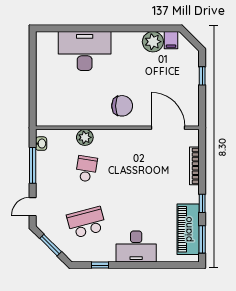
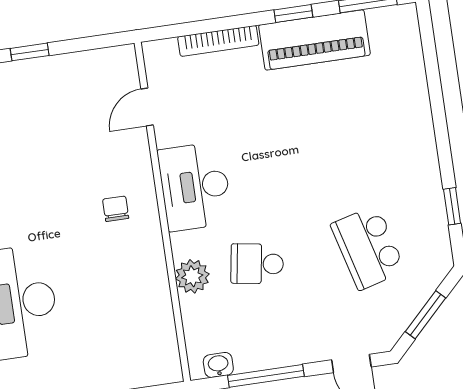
chair: (122, 106) -> (116, 209), width x0.54, depth x0.54
door: (168, 128) -> (147, 107), width x0.53
piano: (188, 229) -> (314, 40), moved
desk: (136, 246) -> (195, 187), moved, turned 180

